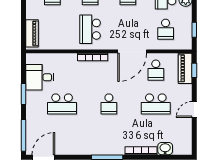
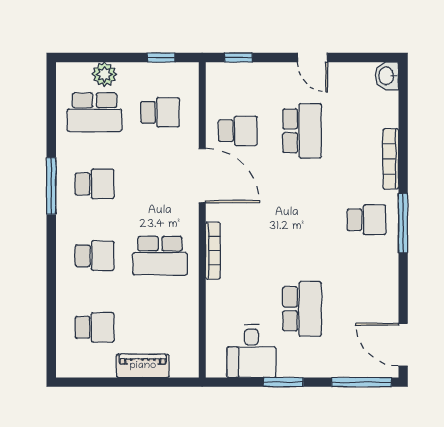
piano: (32, 33) -> (143, 366), moved
piano: (185, 68) -> (234, 75), removed
school desk: (109, 104) -> (366, 220), moved
washbasin: (165, 149) -> (387, 76), moved

